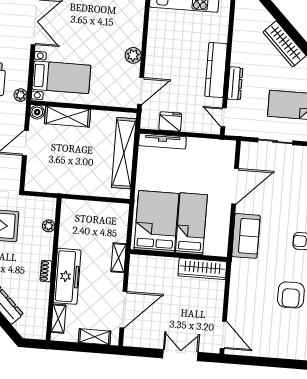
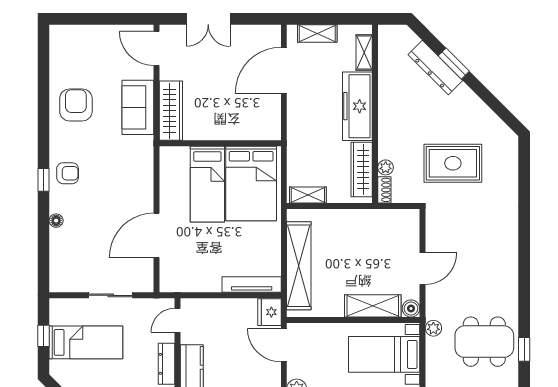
door: (141, 91) -> (284, 345), hinge flipped
door: (224, 117) -> (177, 320), swing flipped
fridge: (170, 122) -> (269, 312), moved, turned 90
wardrobe: (68, 226) -> (362, 170), added
sofa: (246, 236) -> (138, 107), moved
shelving: (119, 258) -> (308, 195), moved, turned 90
wardrobe: (202, 269) -> (171, 111), moved, turned 90
shoe rack: (46, 271) -> (384, 190), moved

